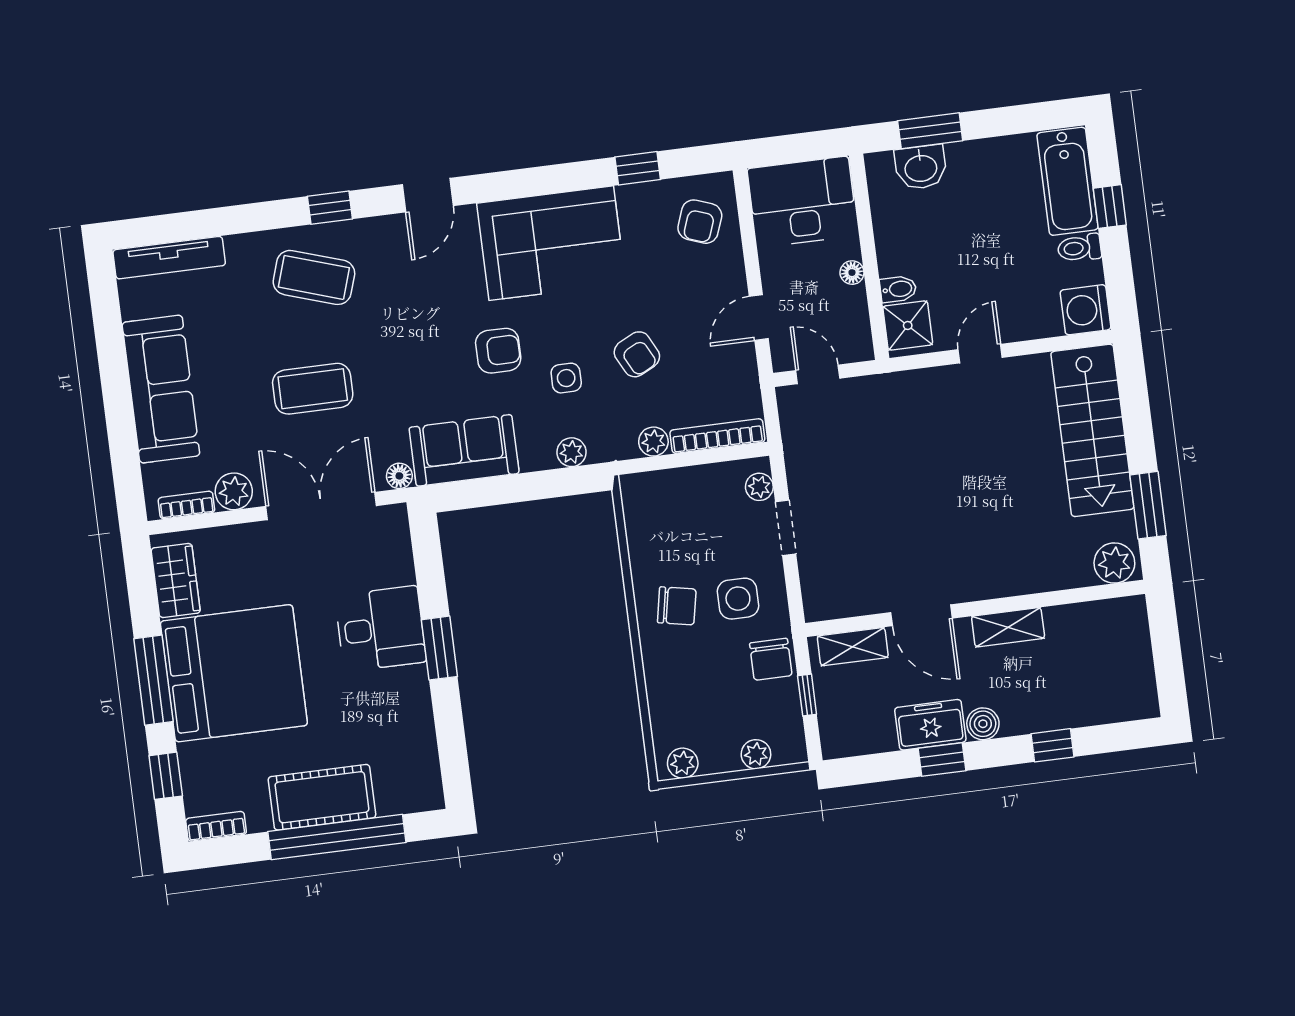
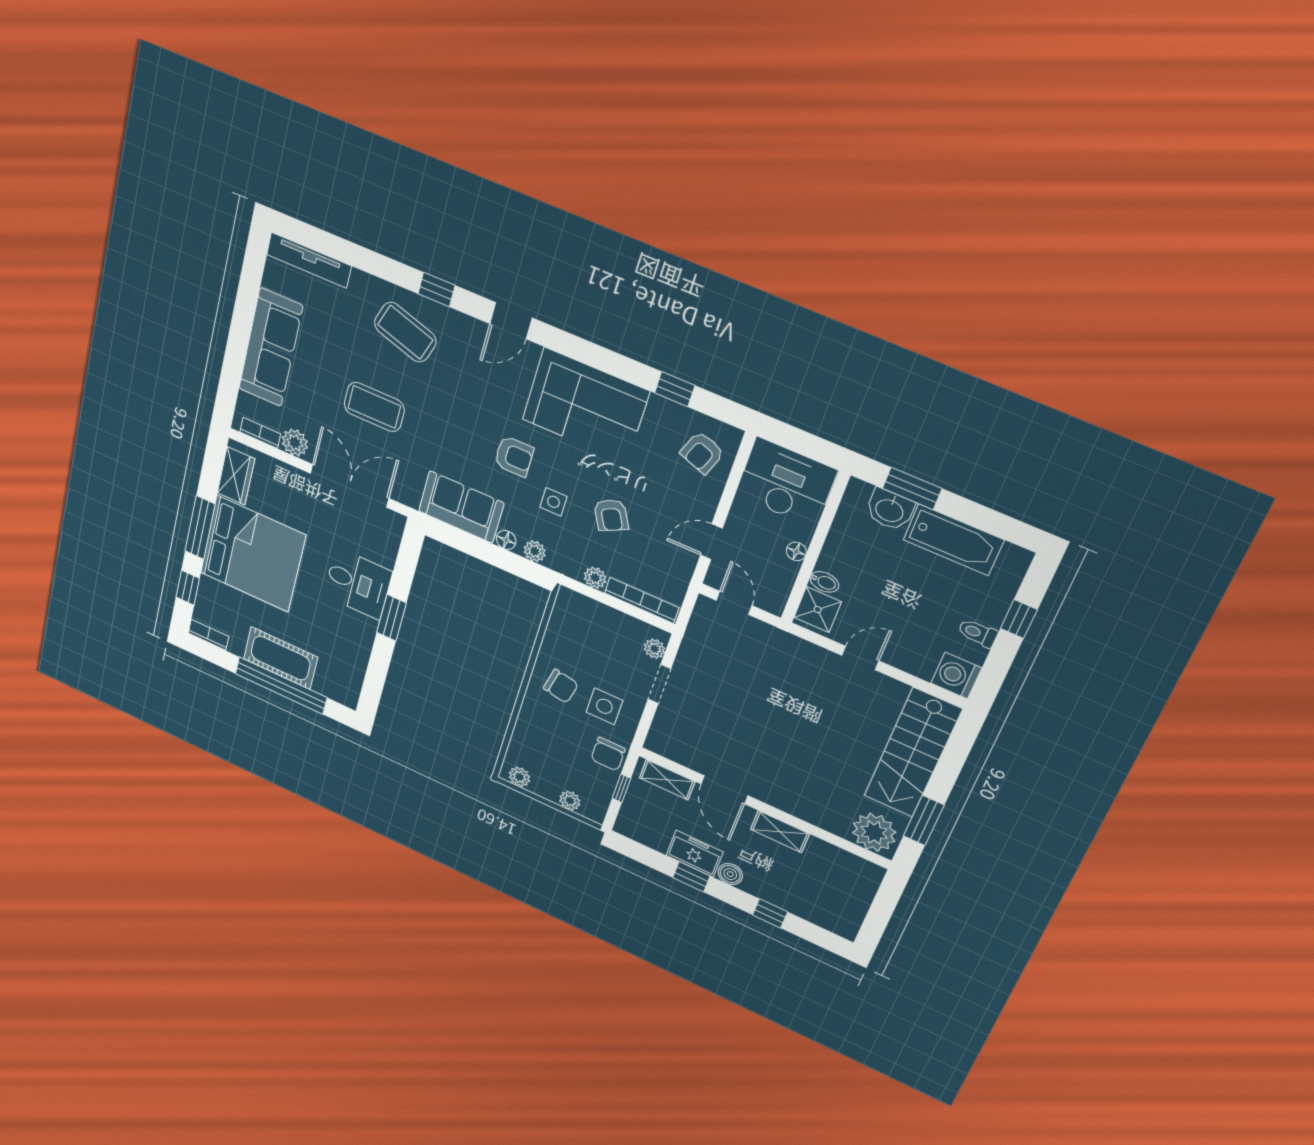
bathtub: (1068, 181) -> (953, 540), moved, turned -90
floor lamp: (399, 476) -> (506, 540), moved
plant: (1114, 563) -> (874, 832), width x1.36, depth x1.36

